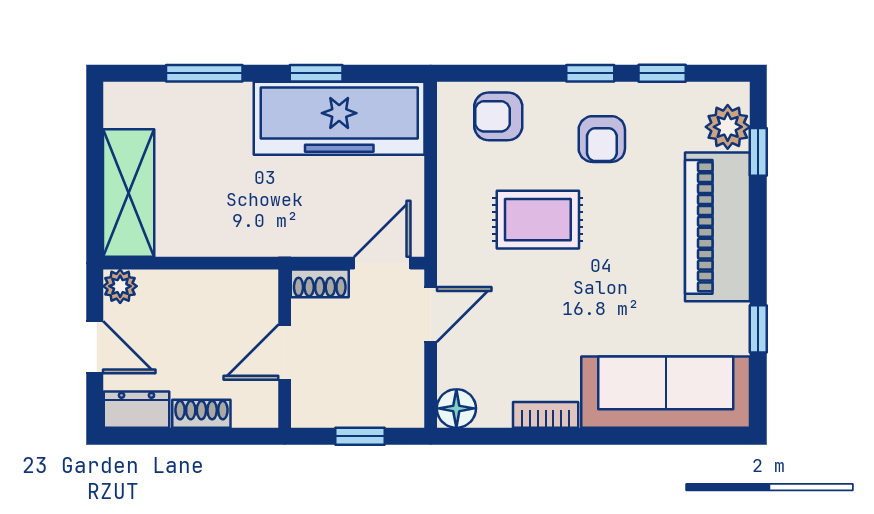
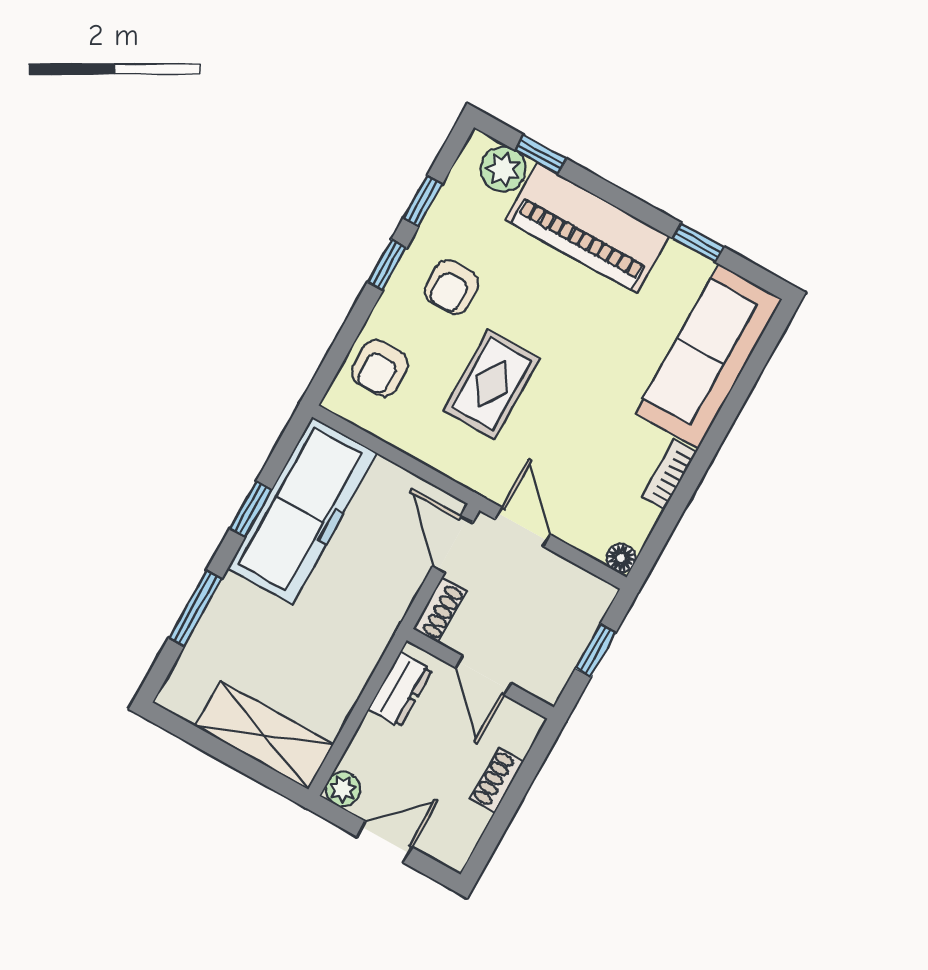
armchair: (602, 139) -> (452, 287), turned 90
floor lamp: (456, 408) -> (621, 558), width x0.73, depth x0.73
dresser: (136, 410) -> (400, 690), moved, turned 180

